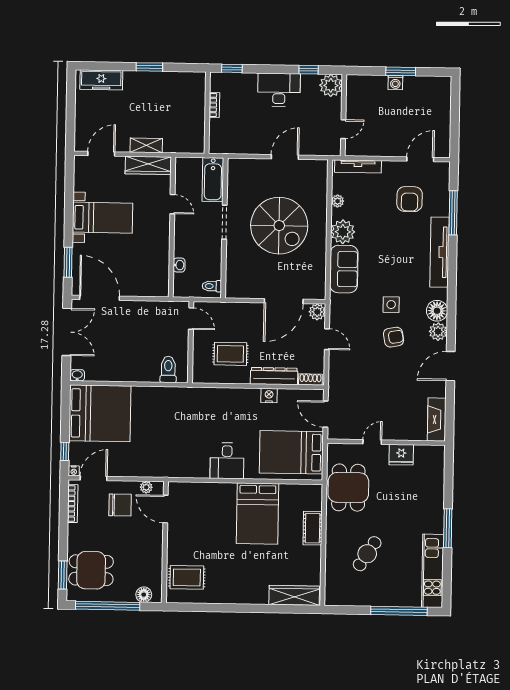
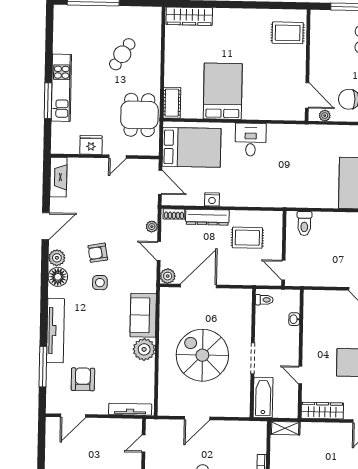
shelving: (146, 145) -> (285, 428), moved
plant: (338, 201) -> (152, 227), moved
cot: (313, 528) -> (172, 103), moved
window: (448, 528) -> (48, 101), moved
kitchen unit: (433, 571) -> (61, 88), moved
floor lamp: (144, 595) -> (327, 17), removed

